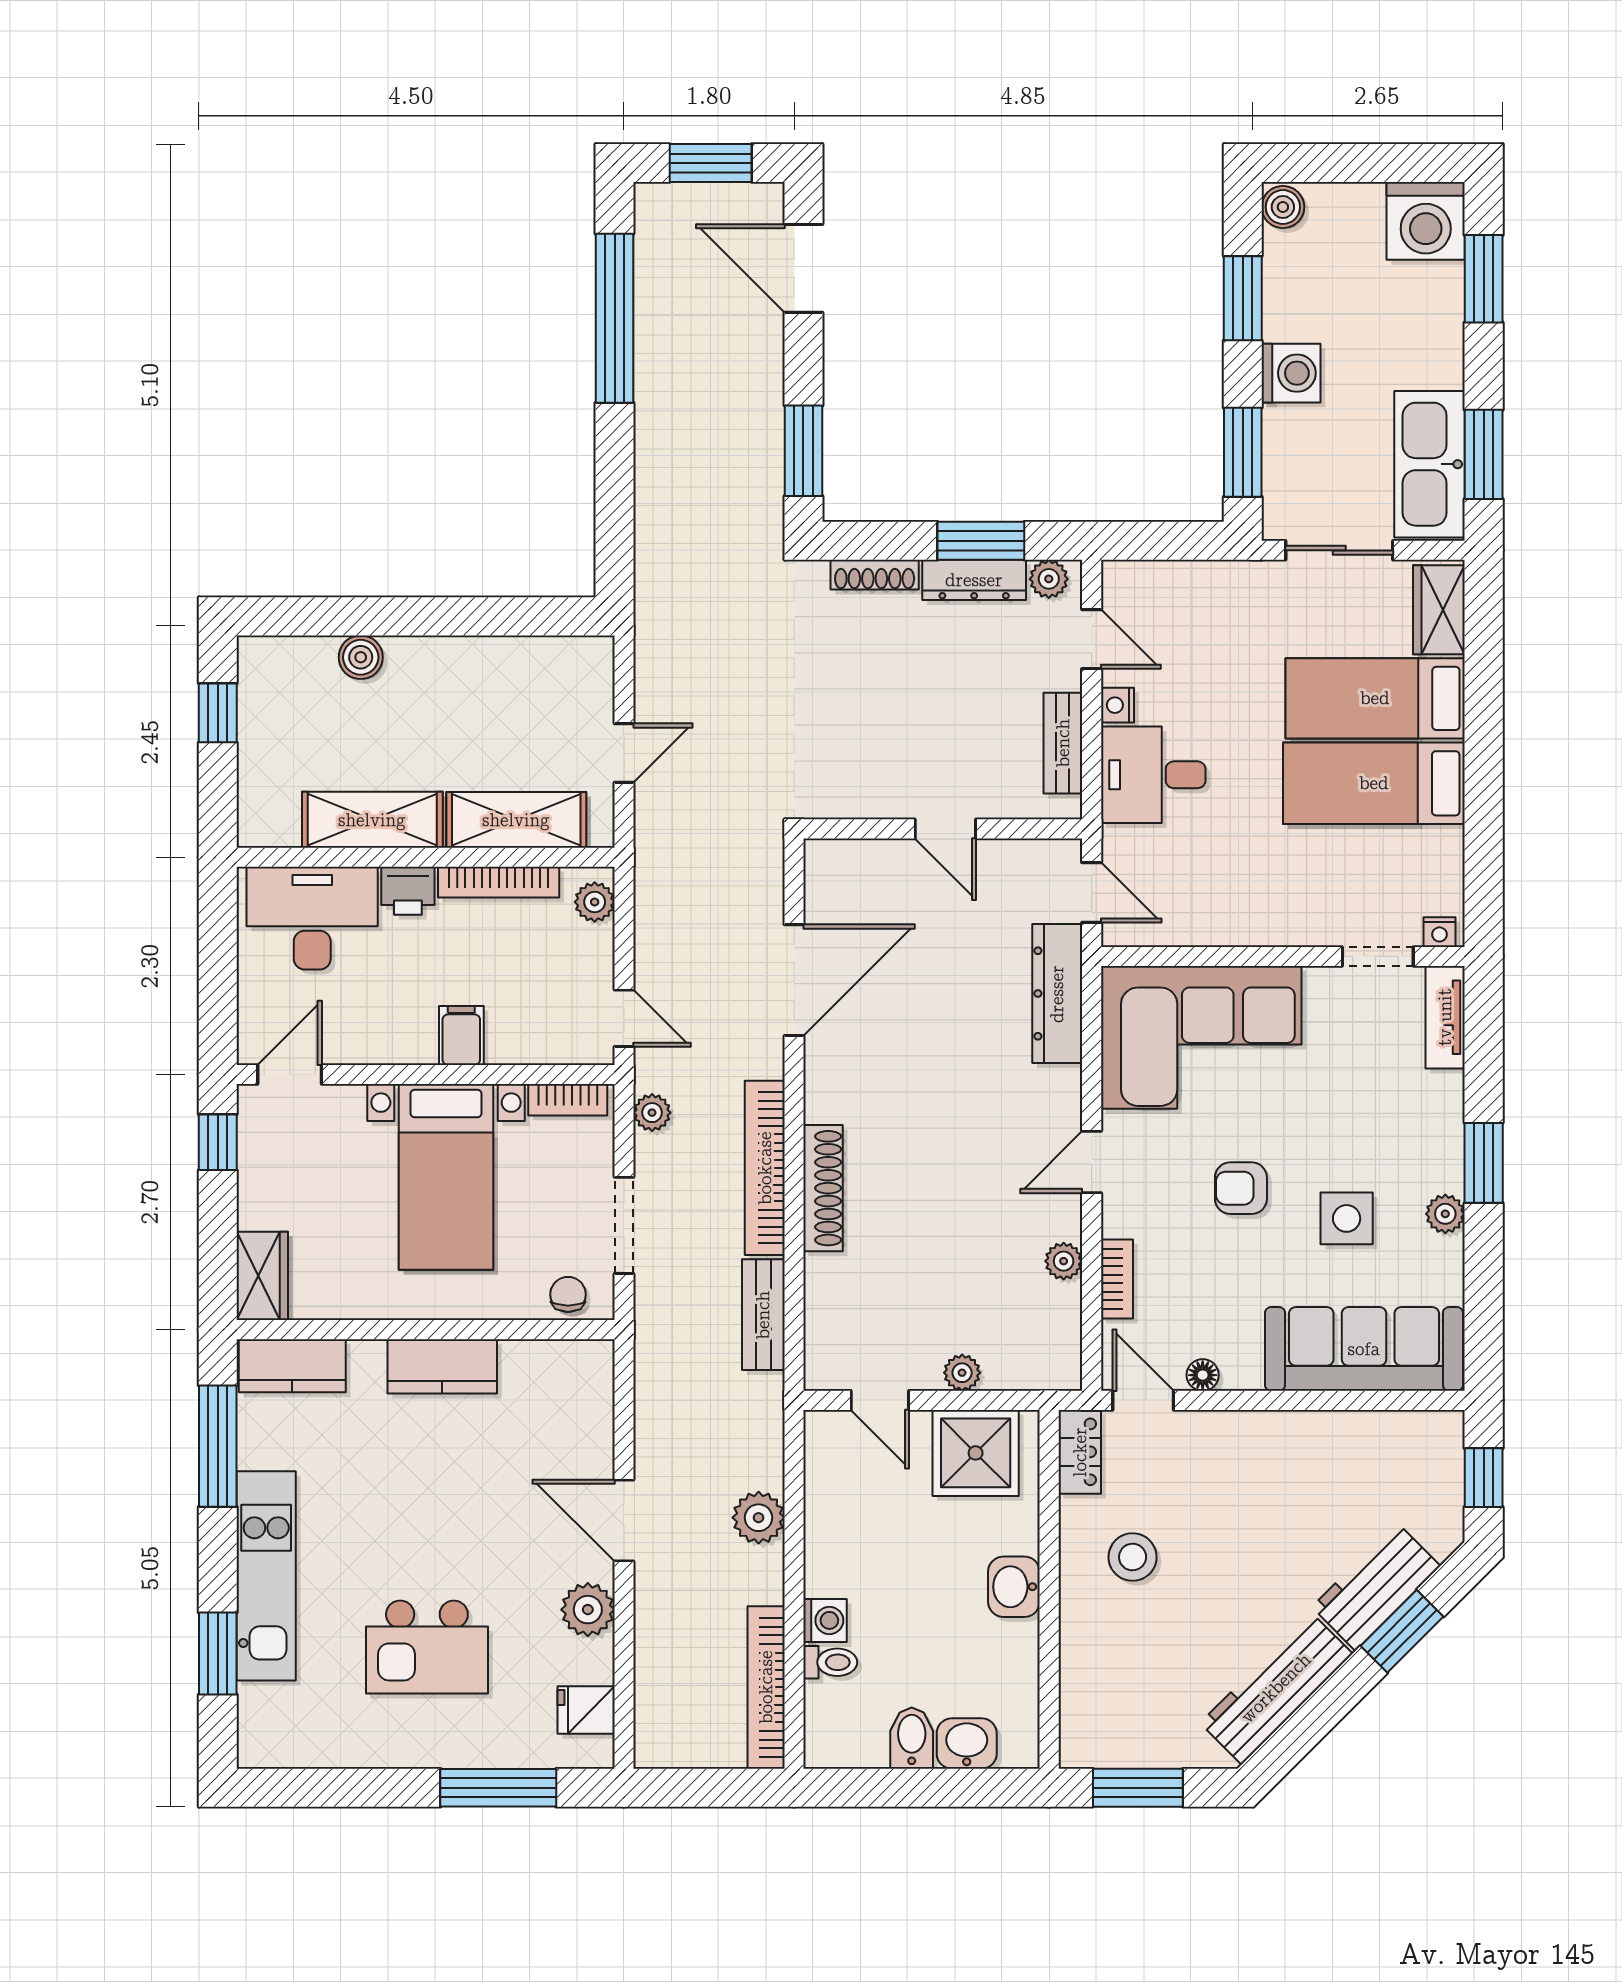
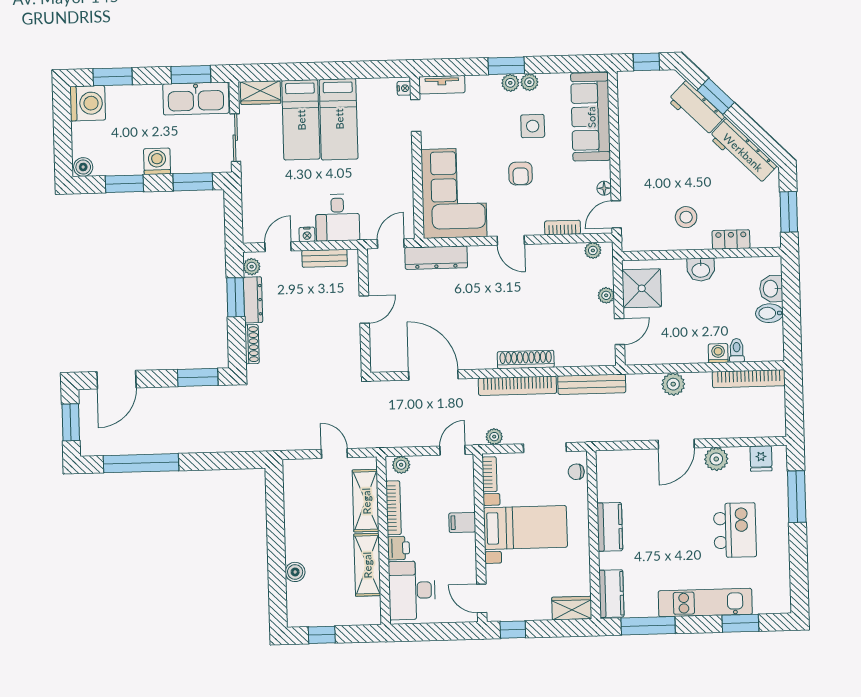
plant: (1445, 1171) -> (510, 83), added
plant: (1064, 1261) -> (593, 250), moved
bench: (763, 1315) -> (592, 384), width x1.36
locker: (1080, 1452) -> (731, 239), moved

